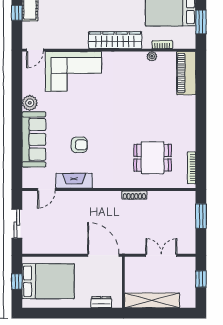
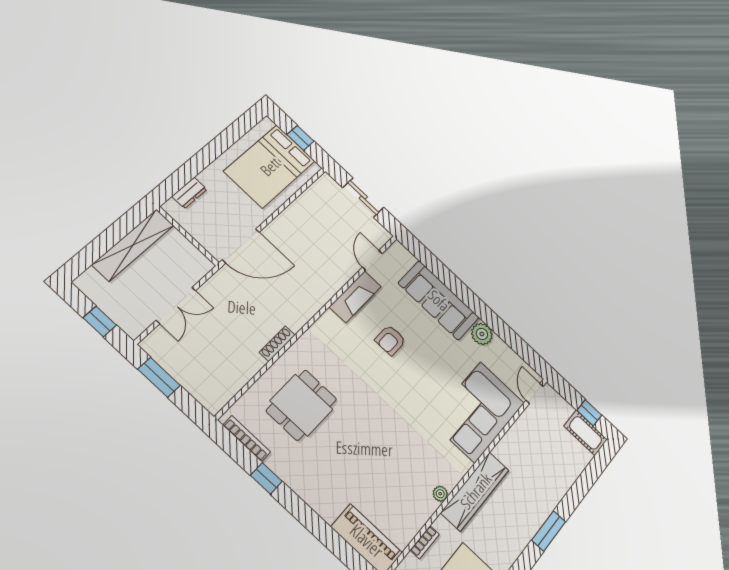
plant: (152, 56) -> (440, 494), moved
window: (201, 143) -> (266, 478), added
window: (201, 216) -> (159, 377), moved

